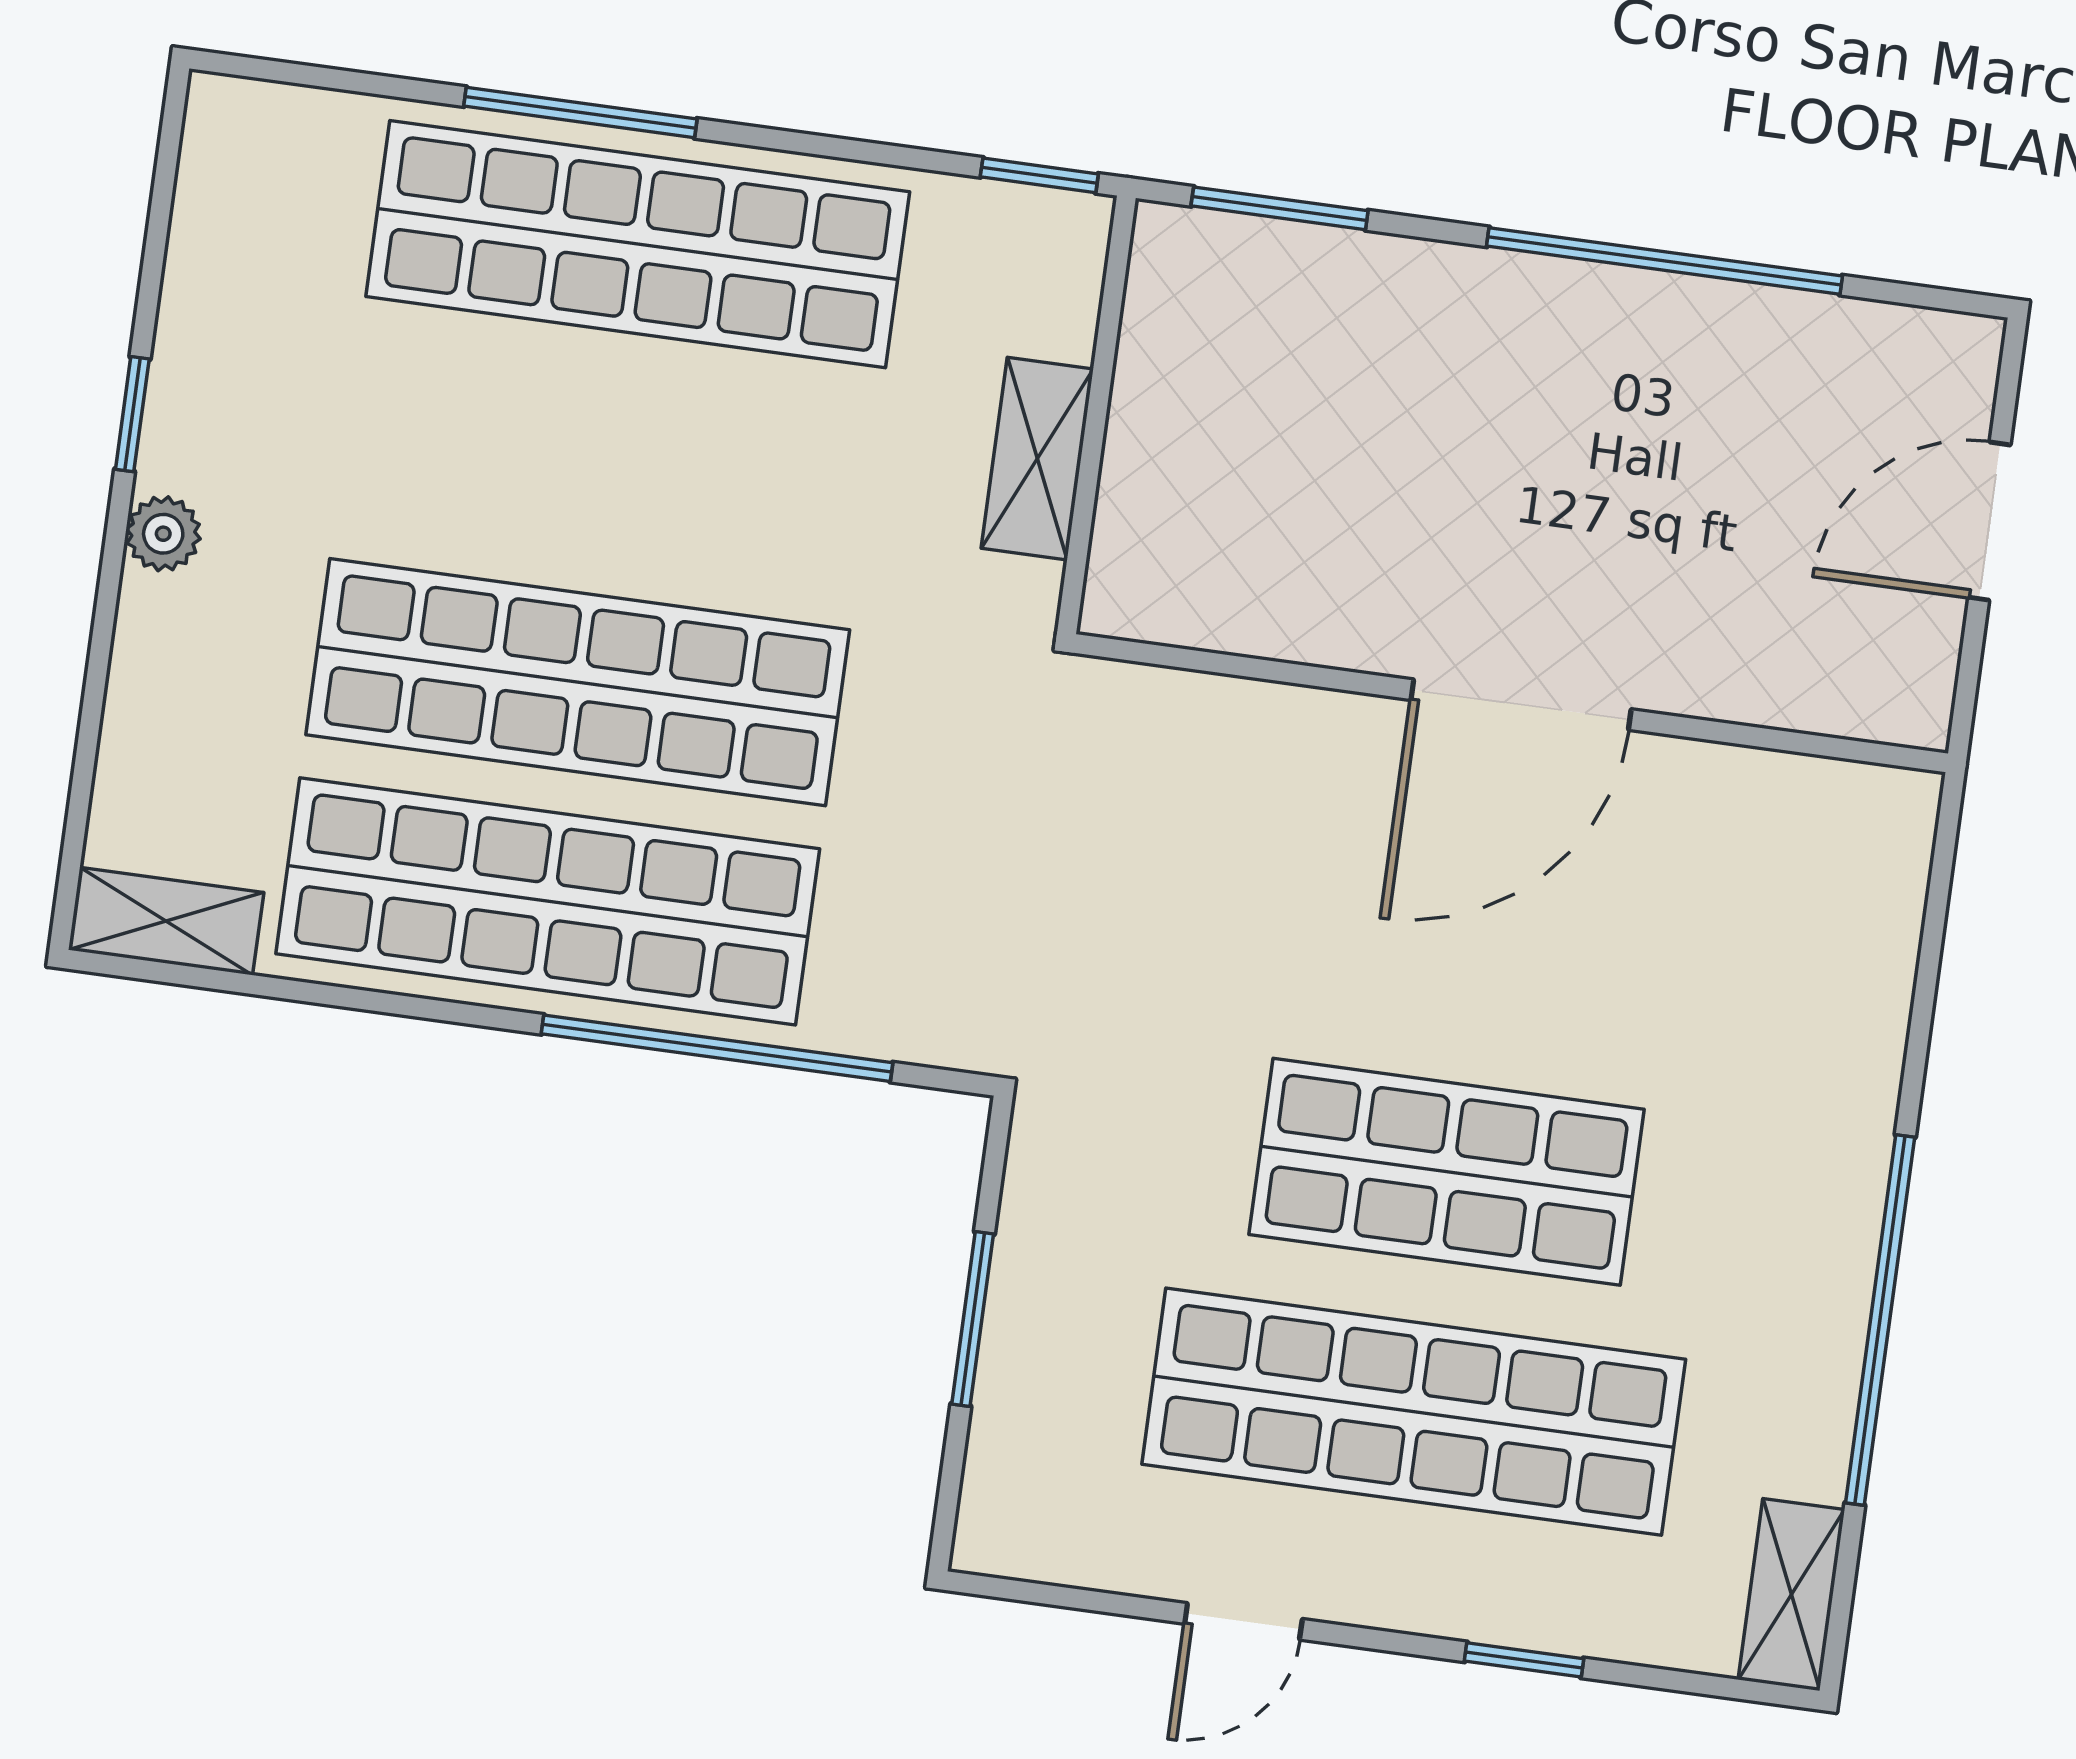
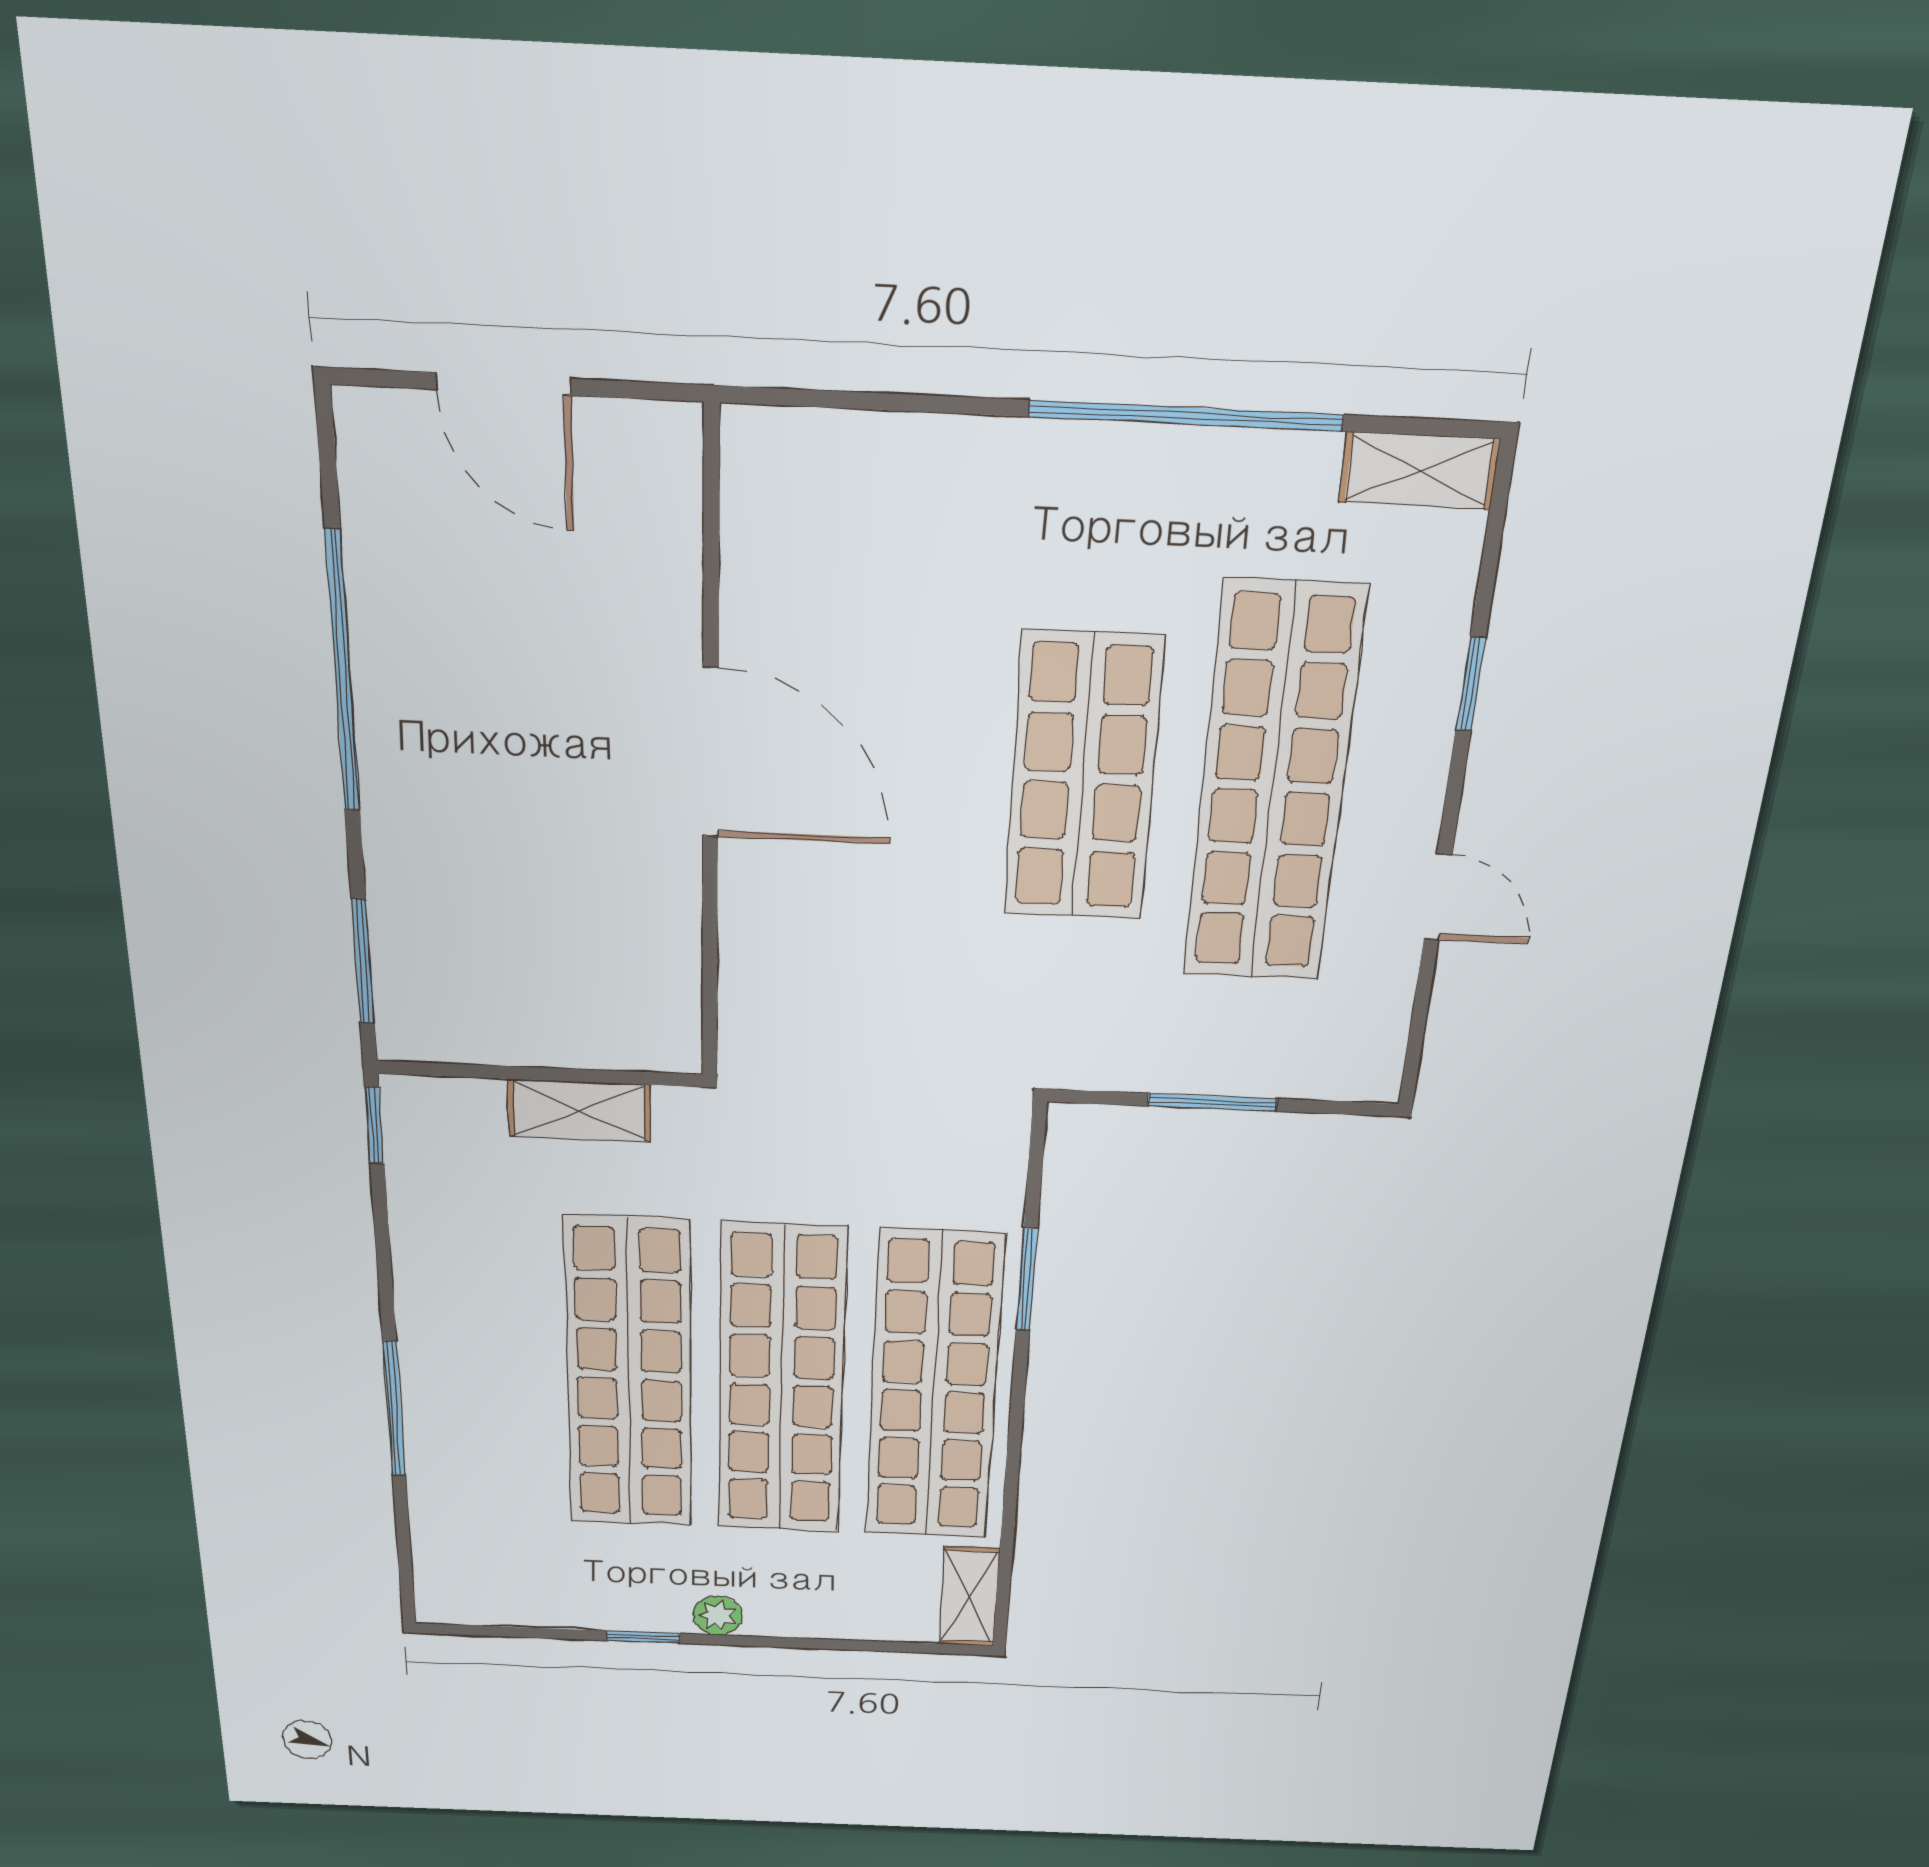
shop shelf: (638, 244) -> (629, 1375), moved
window: (717, 1048) -> (1027, 1279), width x0.47

